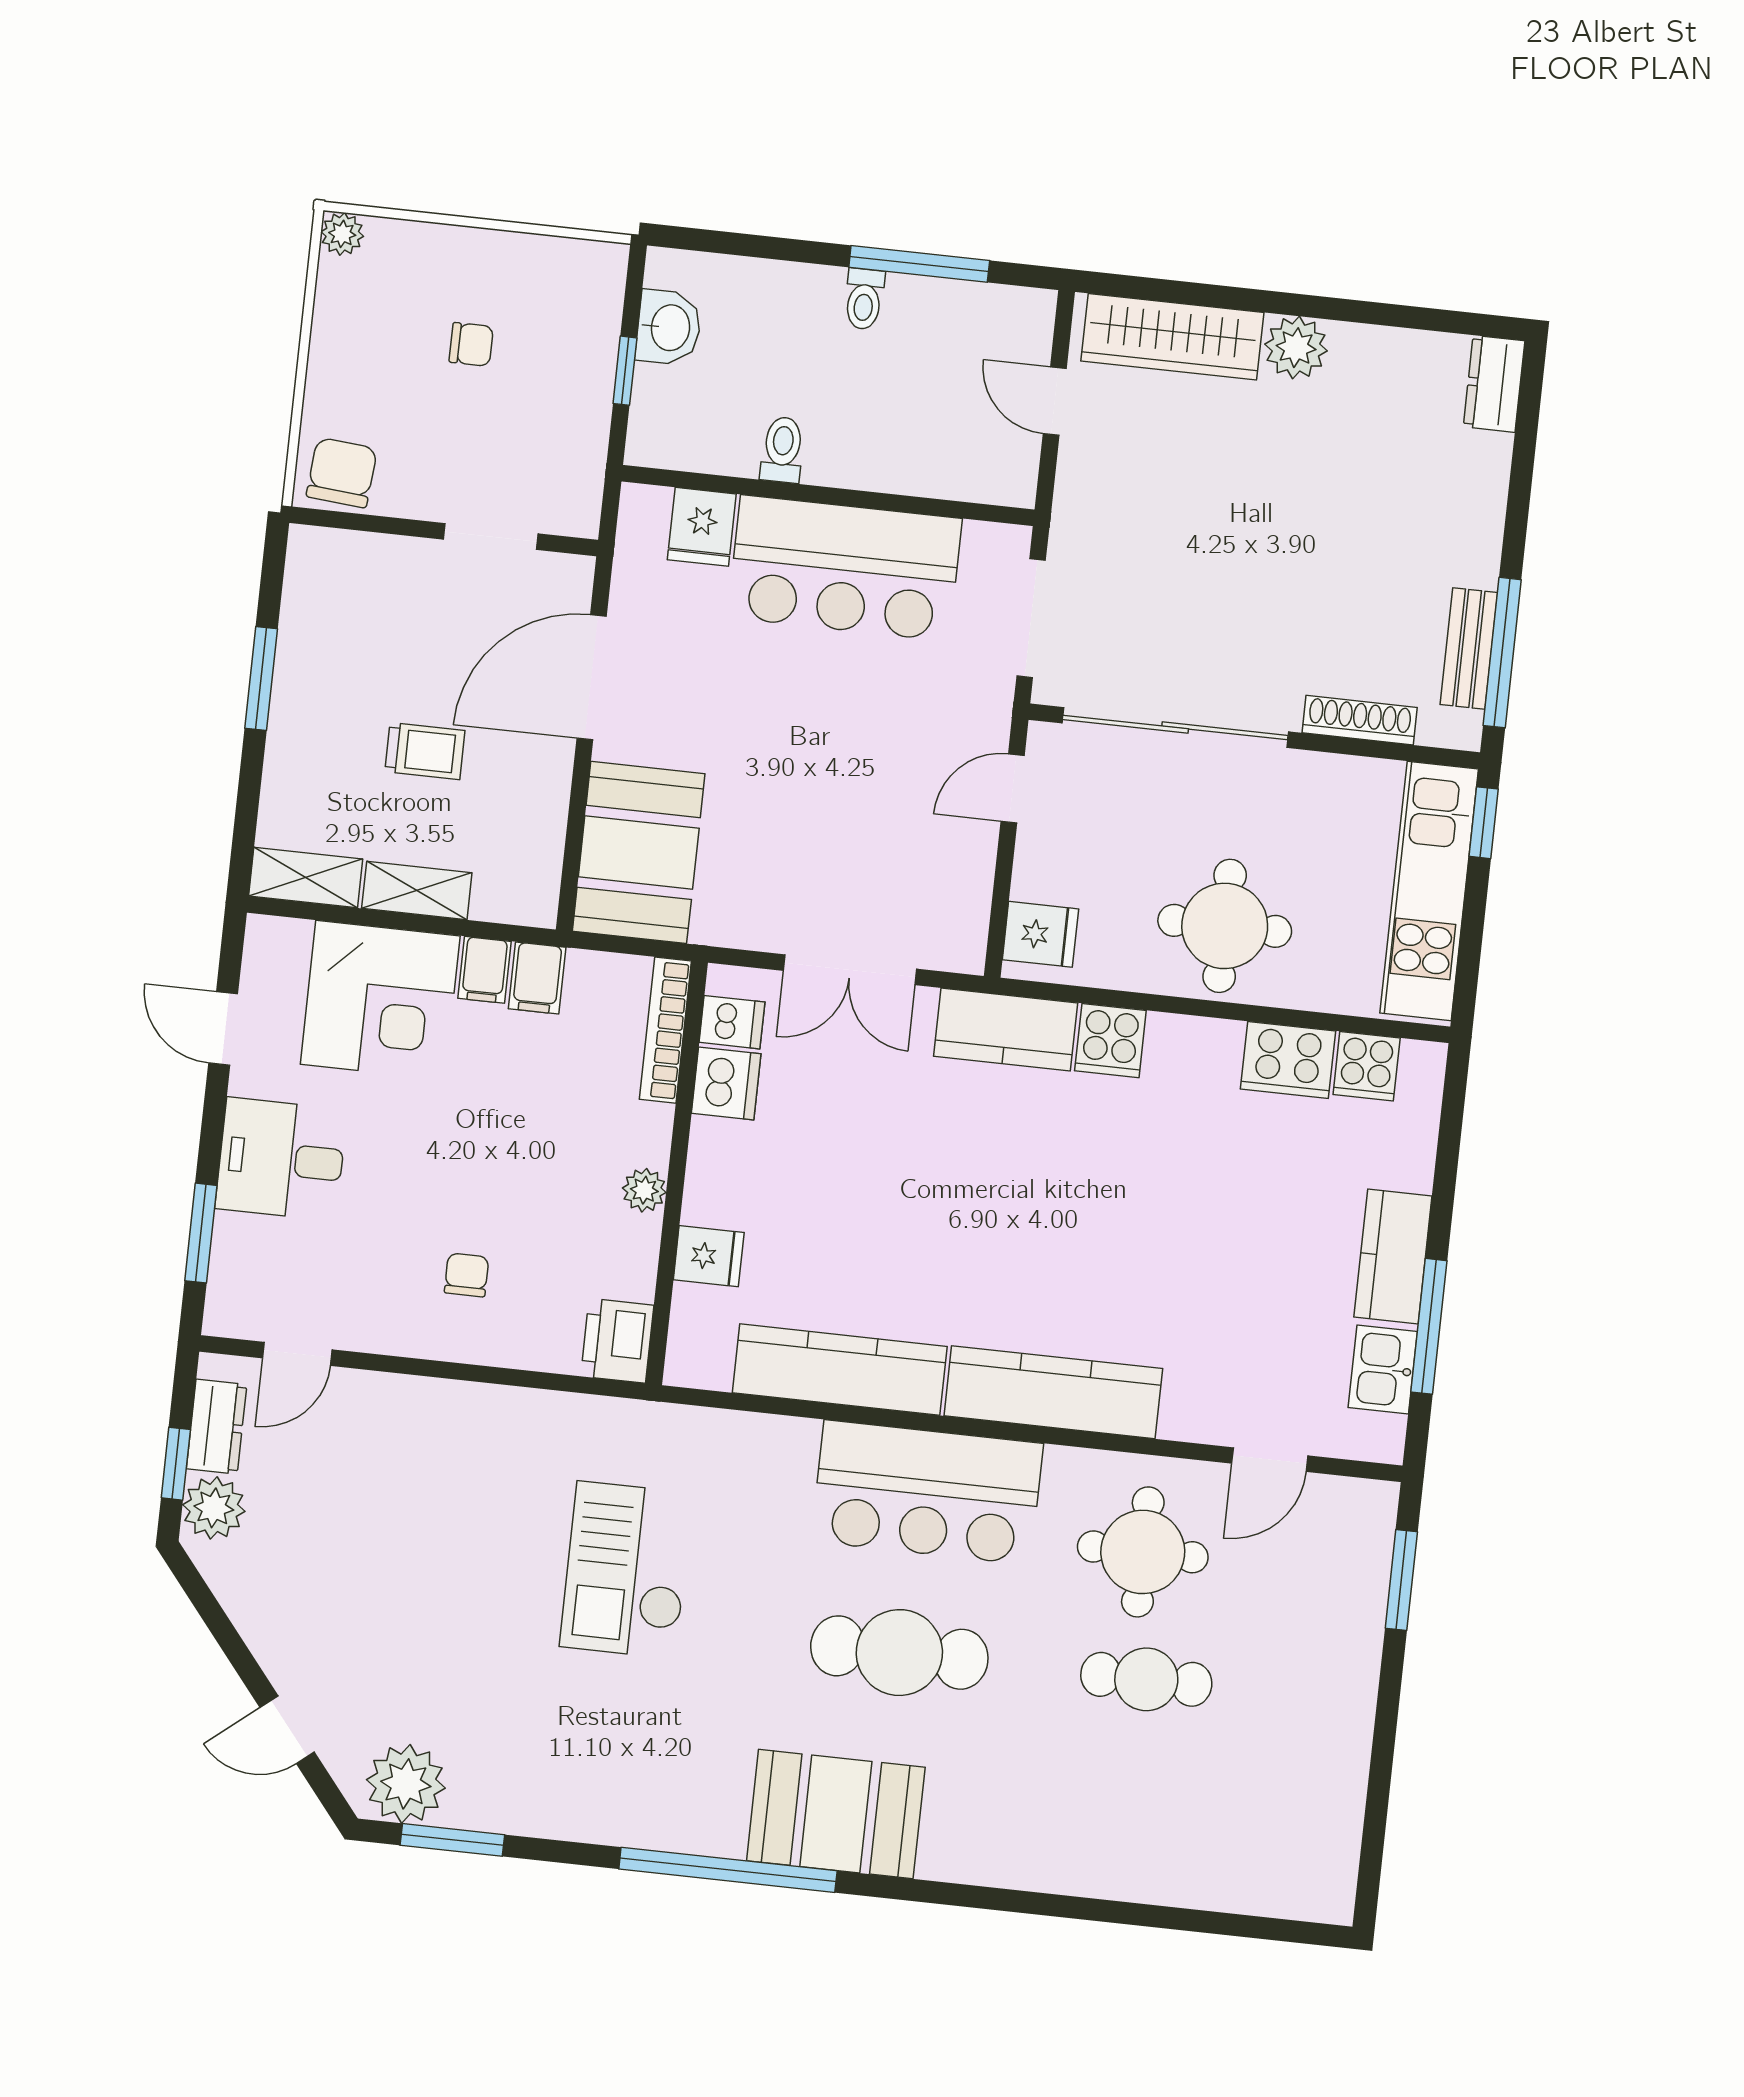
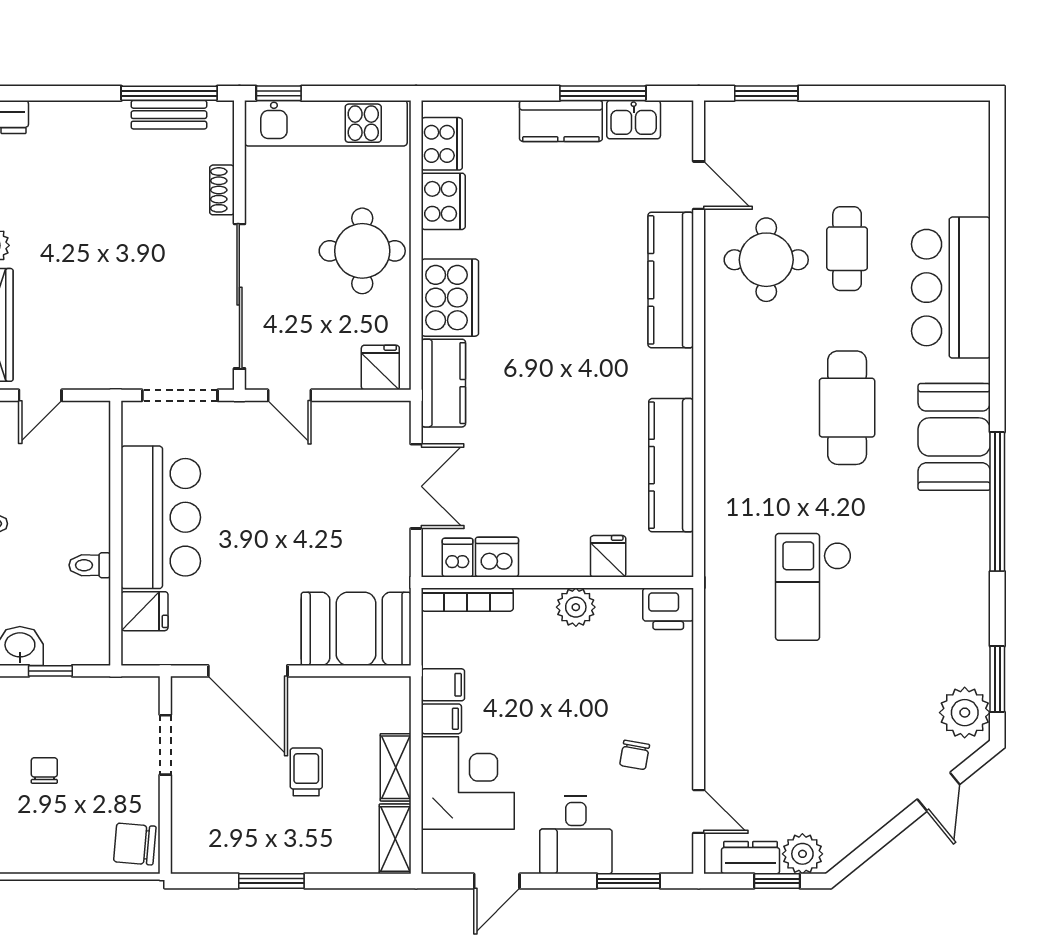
shoe rack: (1360, 720) -> (222, 190), width x0.70
cooker: (1110, 1041) -> (450, 298), width x1.87, depth x1.31
cooker: (1367, 1066) -> (442, 144), width x1.36
plant: (644, 1190) -> (576, 607), width x1.38, depth x1.38
chair: (467, 1275) -> (635, 755), moved, turned -80
kitchen counter: (1053, 1392) -> (671, 280), moved
bar counter: (927, 1492) -> (951, 288), moved, turned 180
checkout: (627, 1570) -> (813, 587), turned 90

